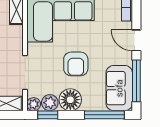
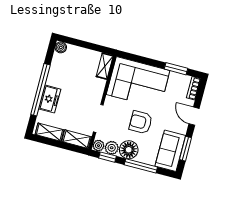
armchair: (76, 64) -> (141, 122), turned 90
window: (136, 81) -> (185, 149), width x0.69
window: (104, 115) -> (141, 166), moved

